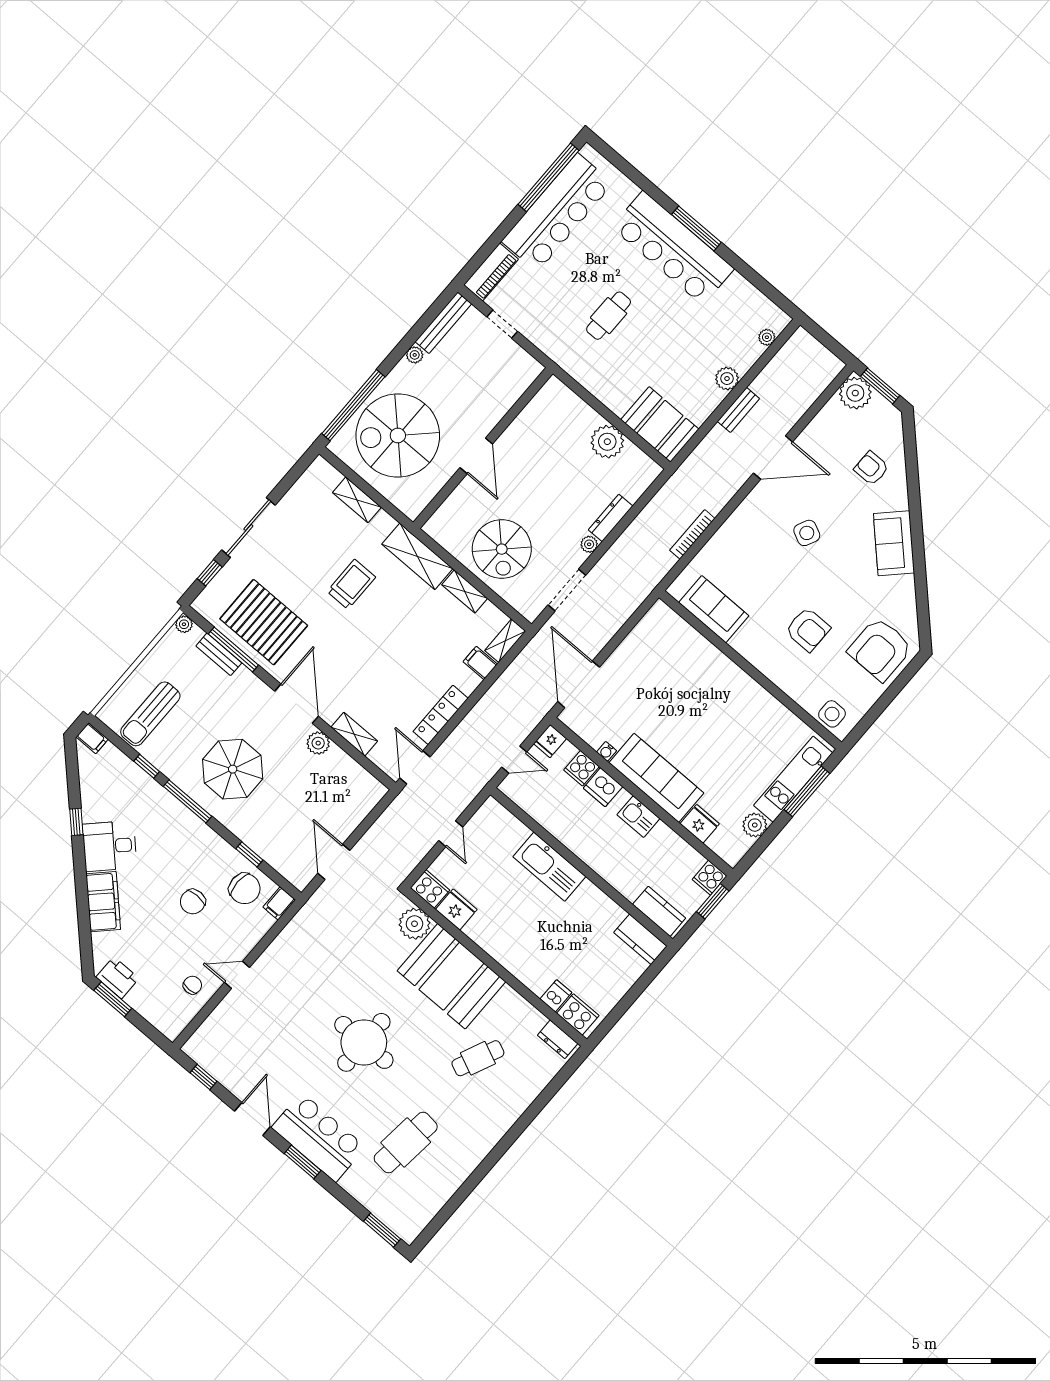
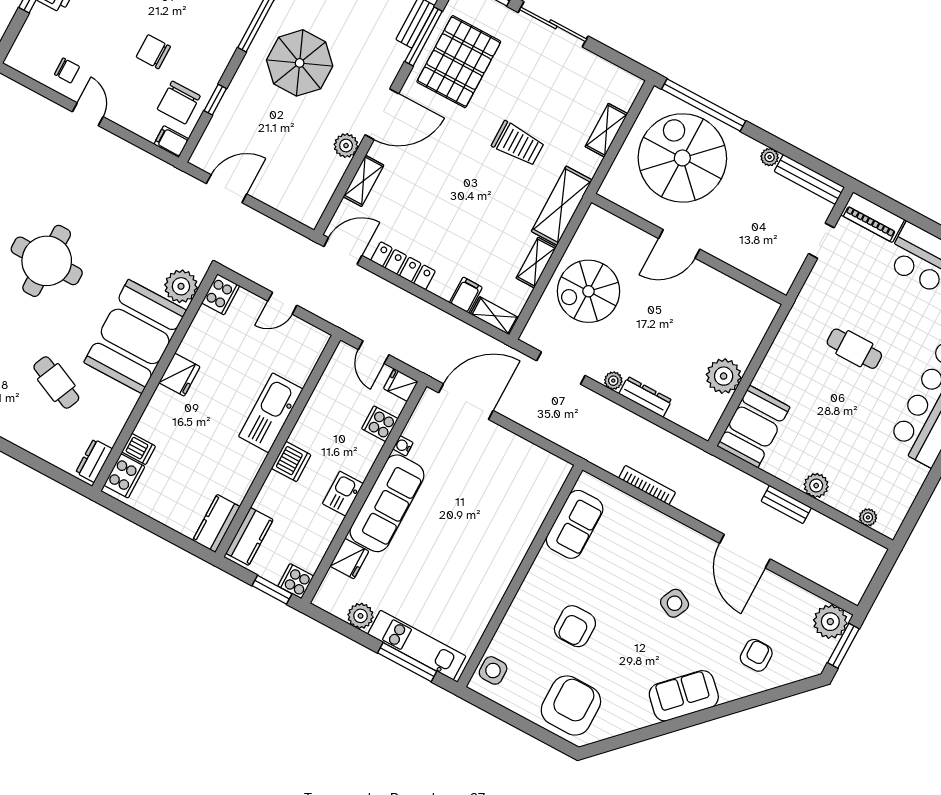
armchair: (880, 649) -> (571, 706), turned 90
dishwasher: (603, 787) -> (291, 462), moved, turned 180
fridge: (456, 909) -> (179, 375), moved

